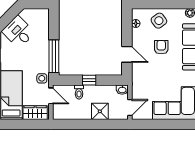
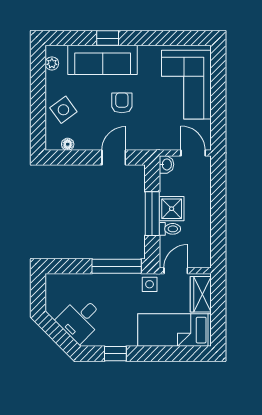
armchair: (161, 47) -> (122, 103), moved, turned 90
window: (89, 80) -> (152, 214), width x2.17
shower: (100, 111) -> (172, 209), moved

